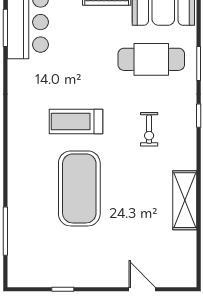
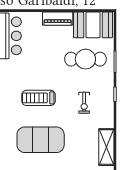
exercise mat: (79, 188) -> (41, 140), turned 90

